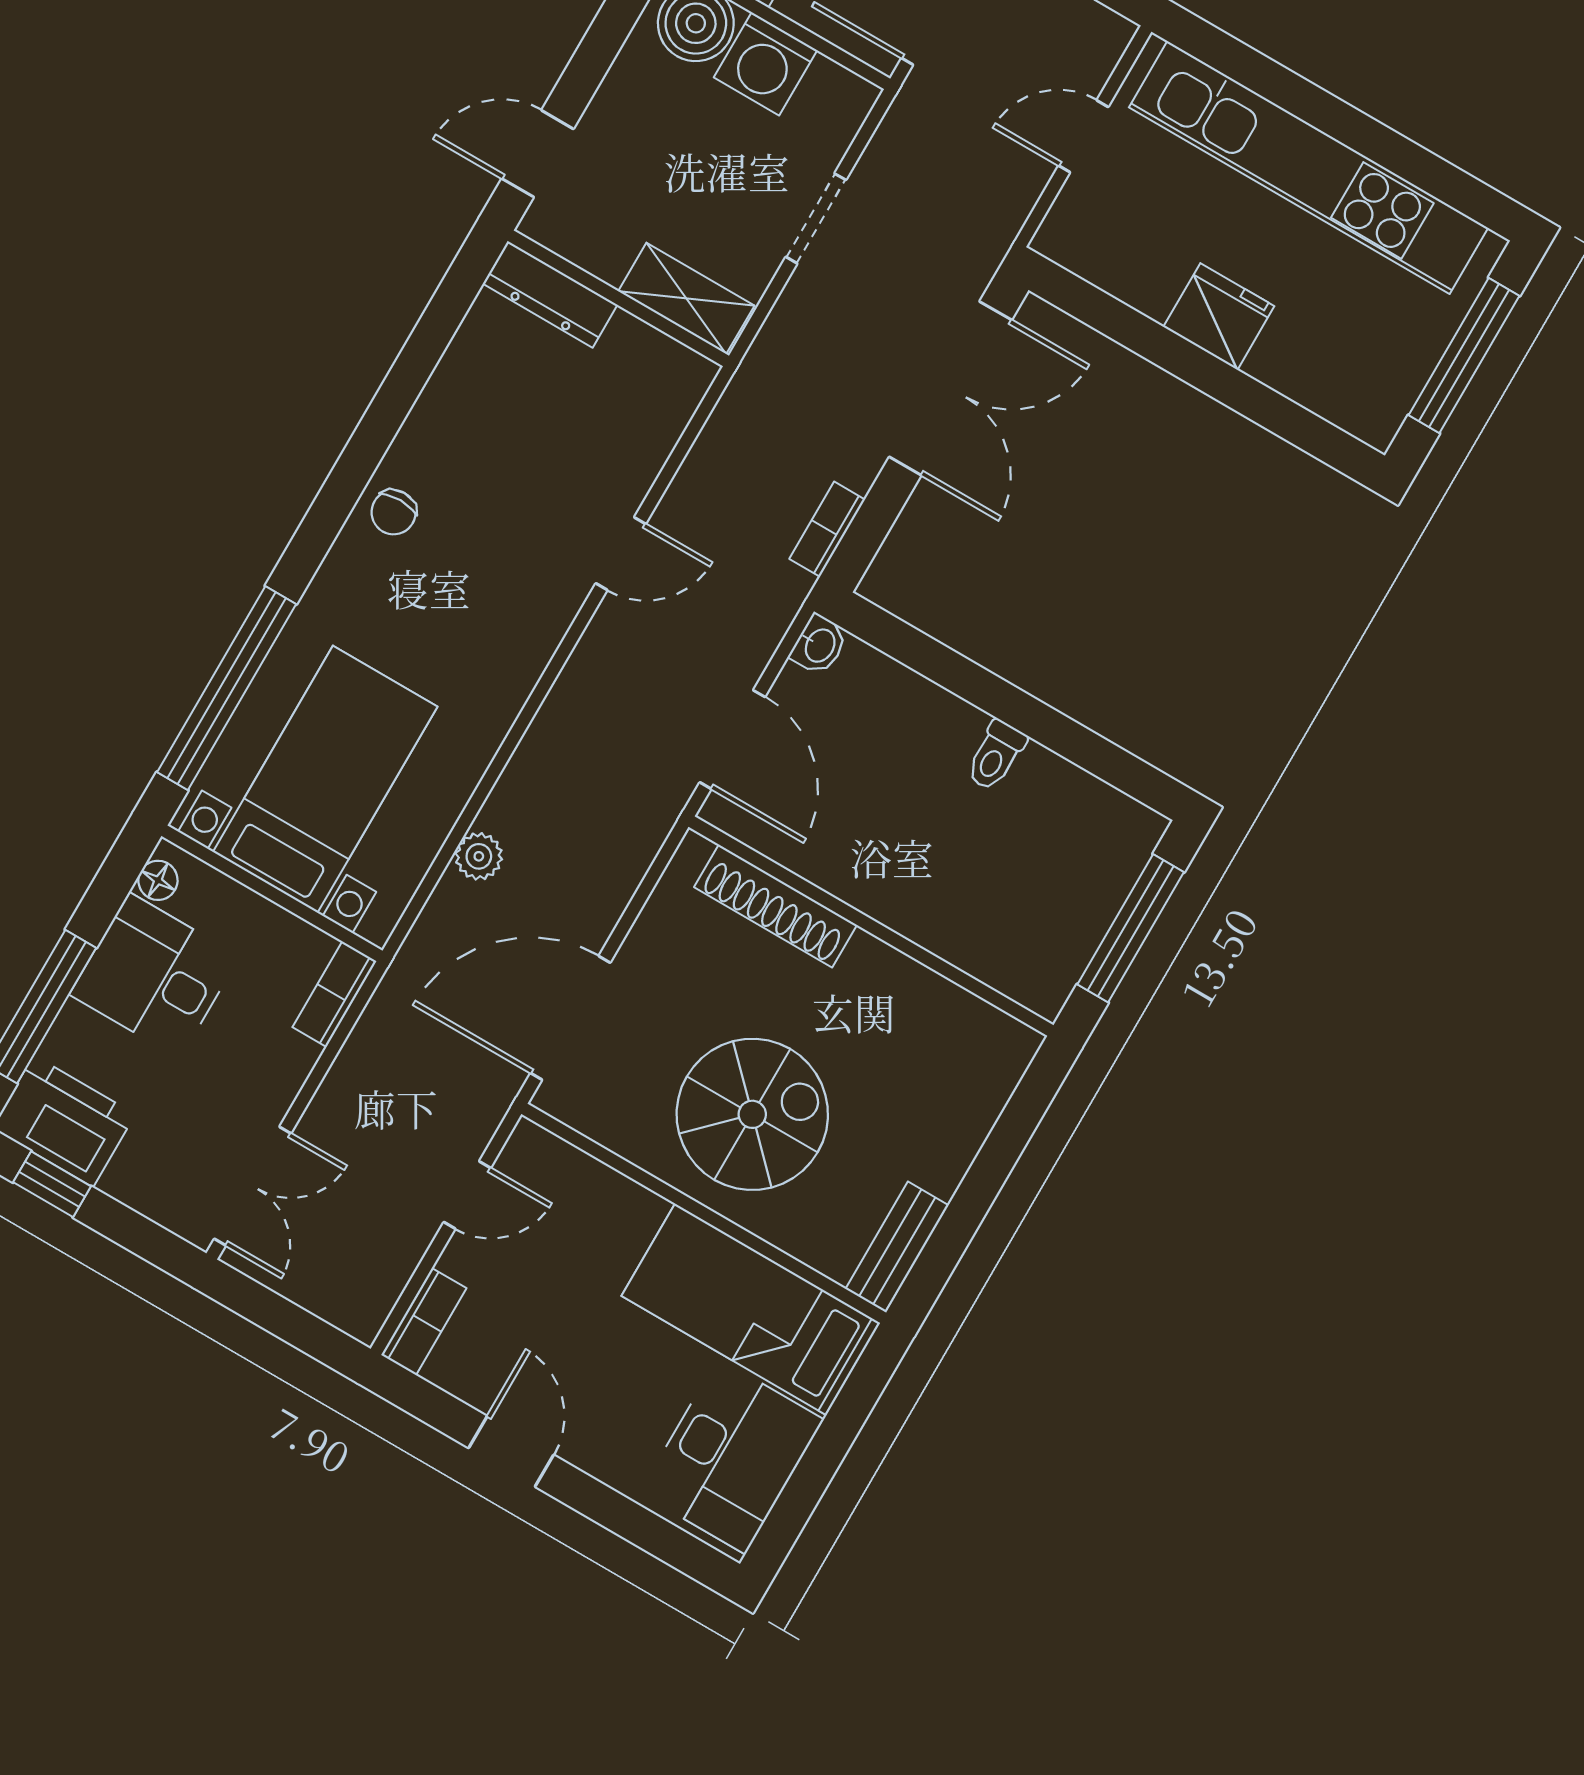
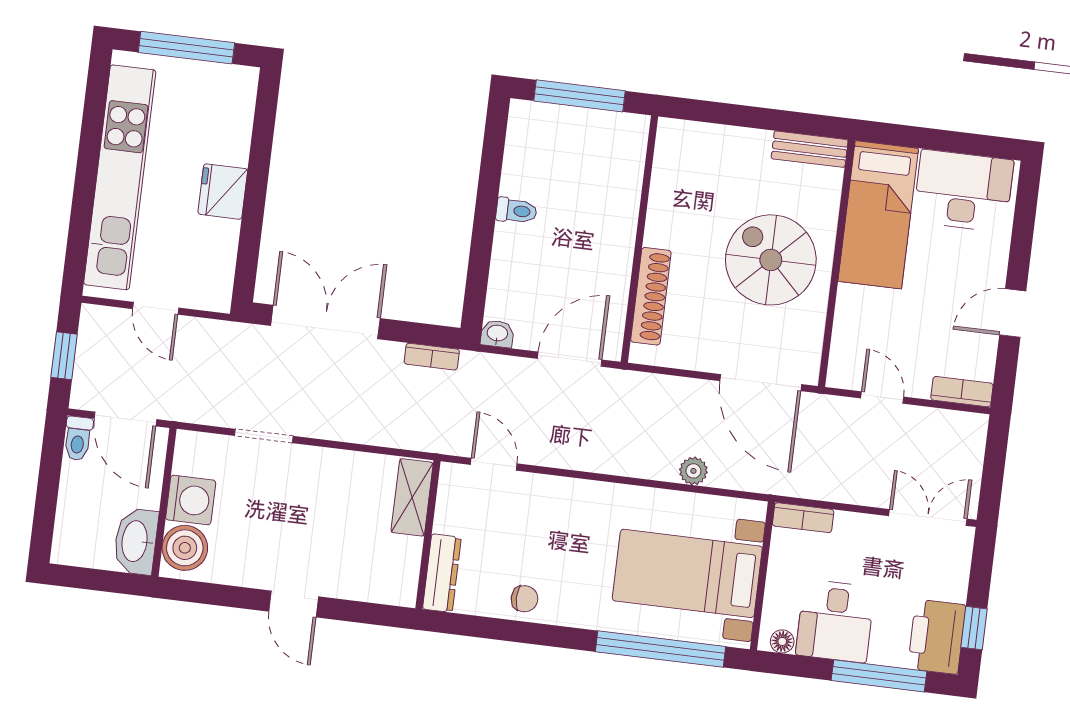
dresser: (550, 294) -> (442, 573), moved
wall: (618, 298) -> (428, 535), moved
shelving: (686, 298) -> (412, 497), moved

